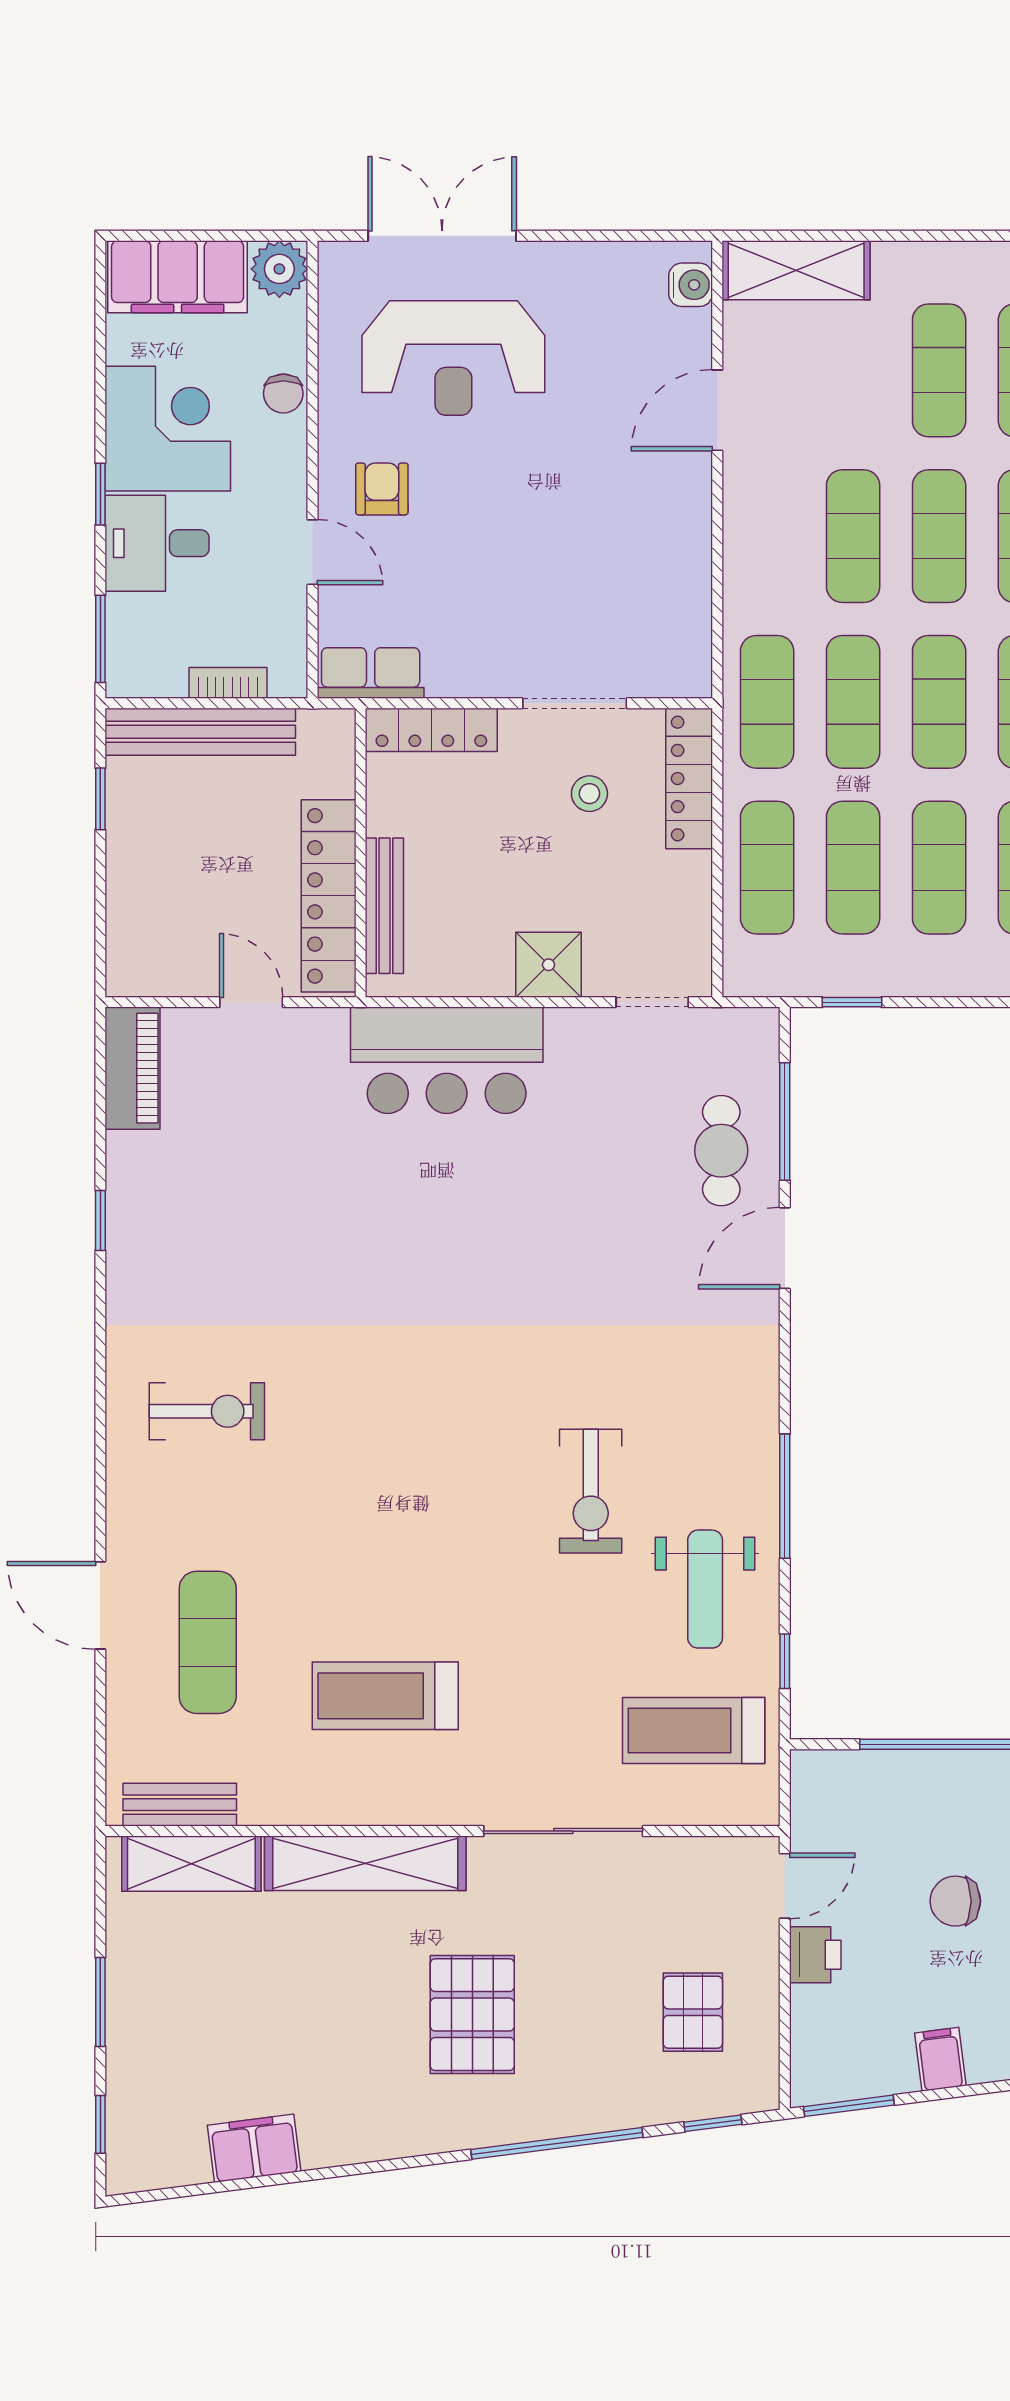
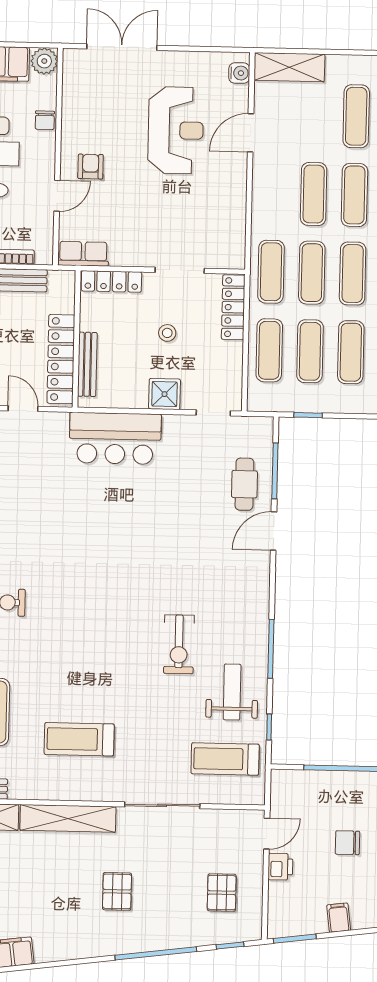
reception desk: (453, 358) -> (176, 130), moved, turned -90
door: (312, 552) -> (57, 196), hinge flipped
stool: (589, 794) -> (167, 333), moved
weight bench: (705, 1589) -> (232, 692), turned 180
pallet: (472, 2015) -> (117, 891), width x0.67, depth x0.71

